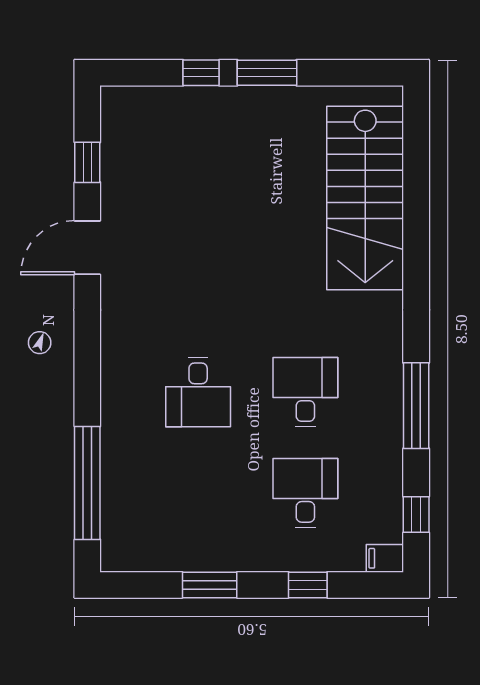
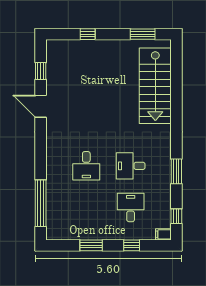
window: (267, 73) -> (143, 34), moved
door: (87, 248) -> (41, 106), hinge flipped
desk: (305, 392) -> (131, 166), turned -90
window: (416, 406) -> (176, 171), width x0.69

